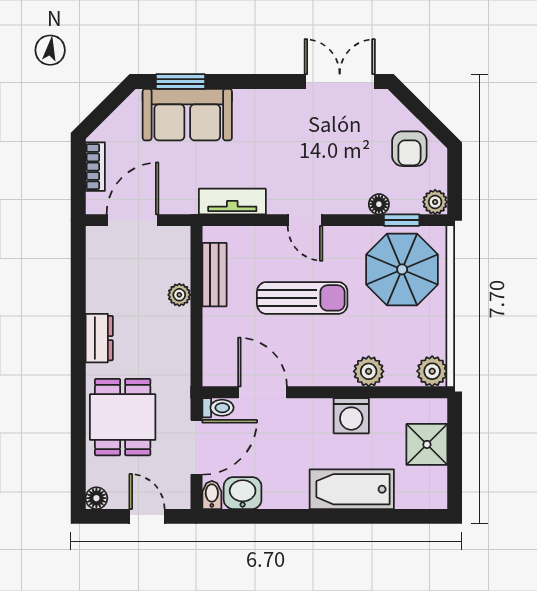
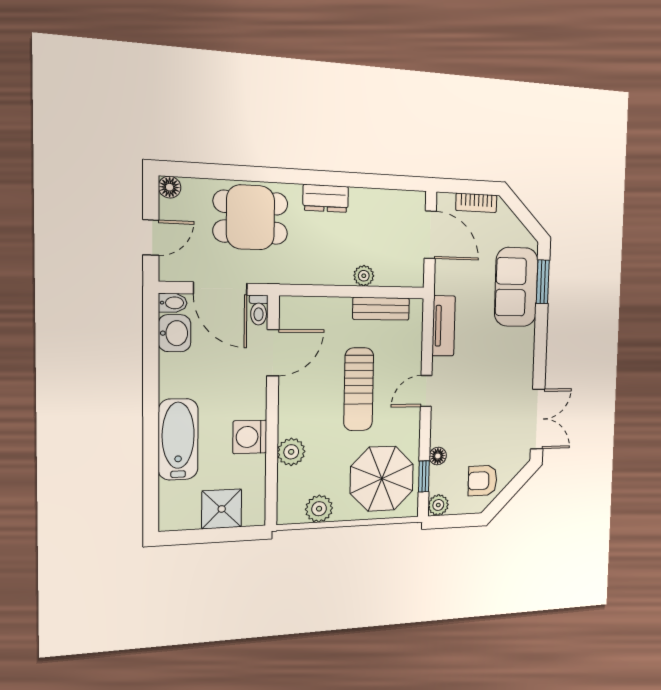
plant: (432, 371) -> (319, 509), moved

